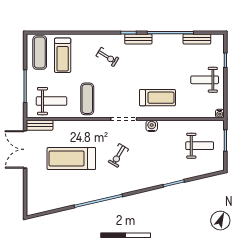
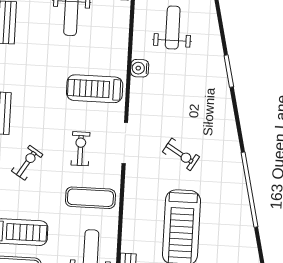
exercise bike: (118, 91) -> (80, 149), added
treadmill: (157, 98) -> (95, 89), turned -90
water cooler: (152, 126) -> (140, 68), moved

